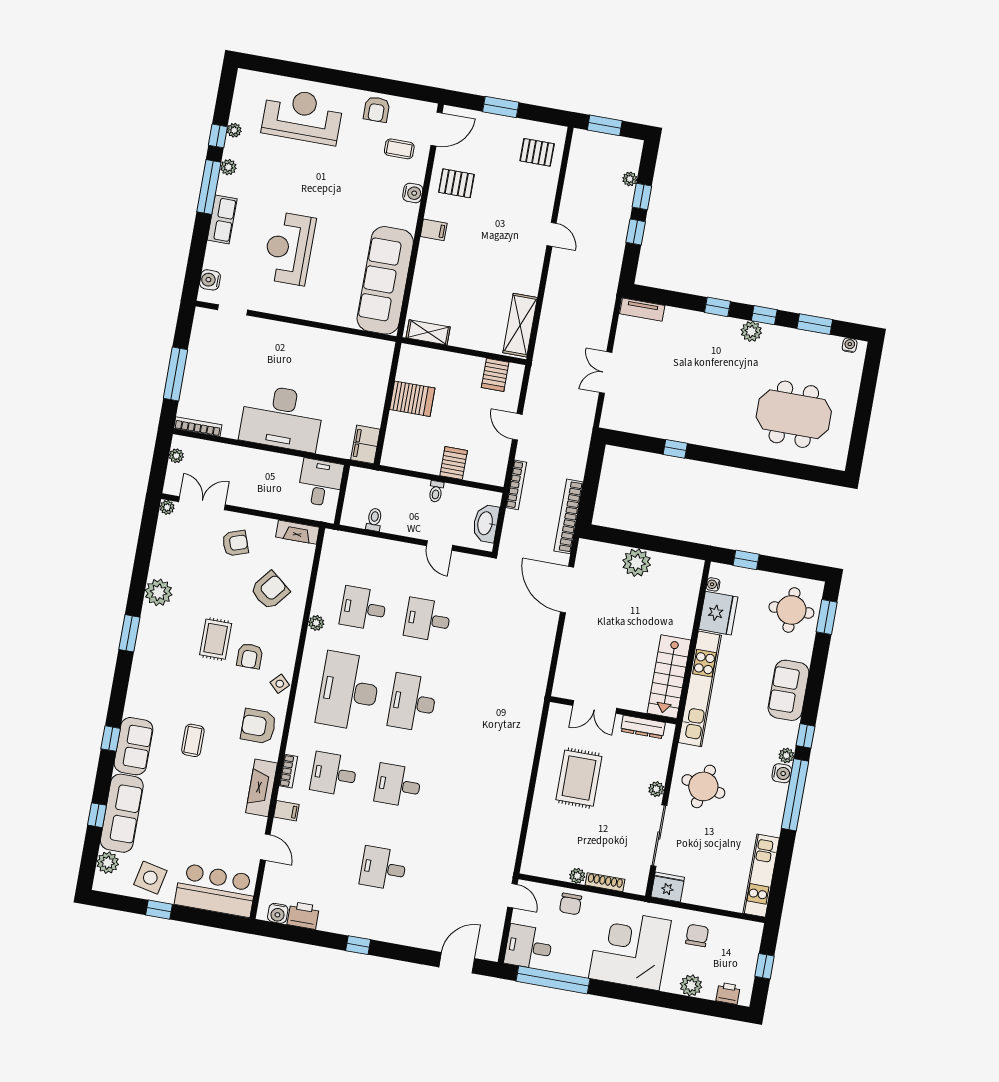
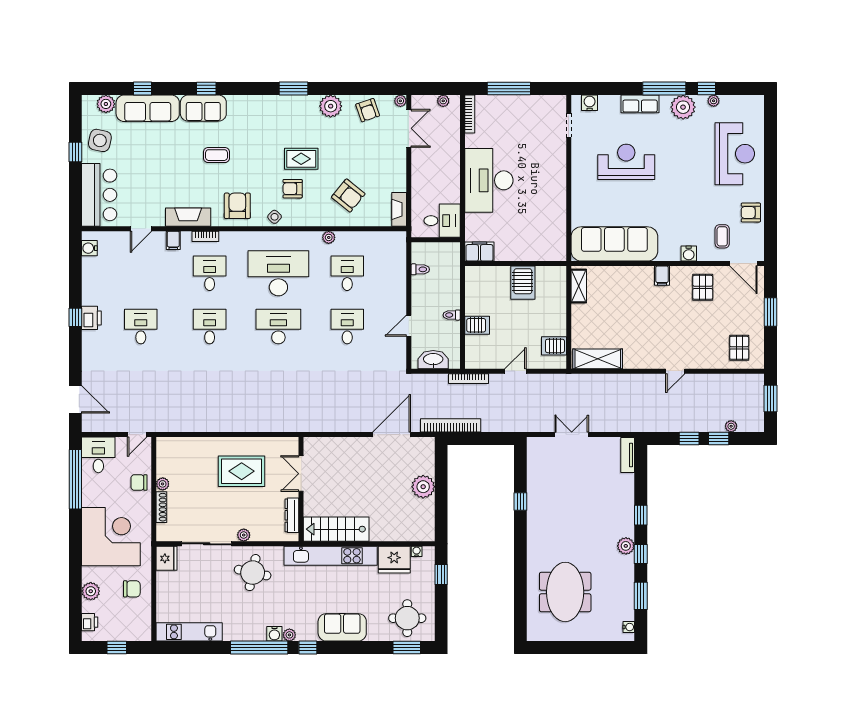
plant: (228, 167) -> (683, 107), width x1.88, depth x1.88
armchair: (235, 543) -> (368, 110), moved
printer: (303, 915) -> (91, 318), moved

